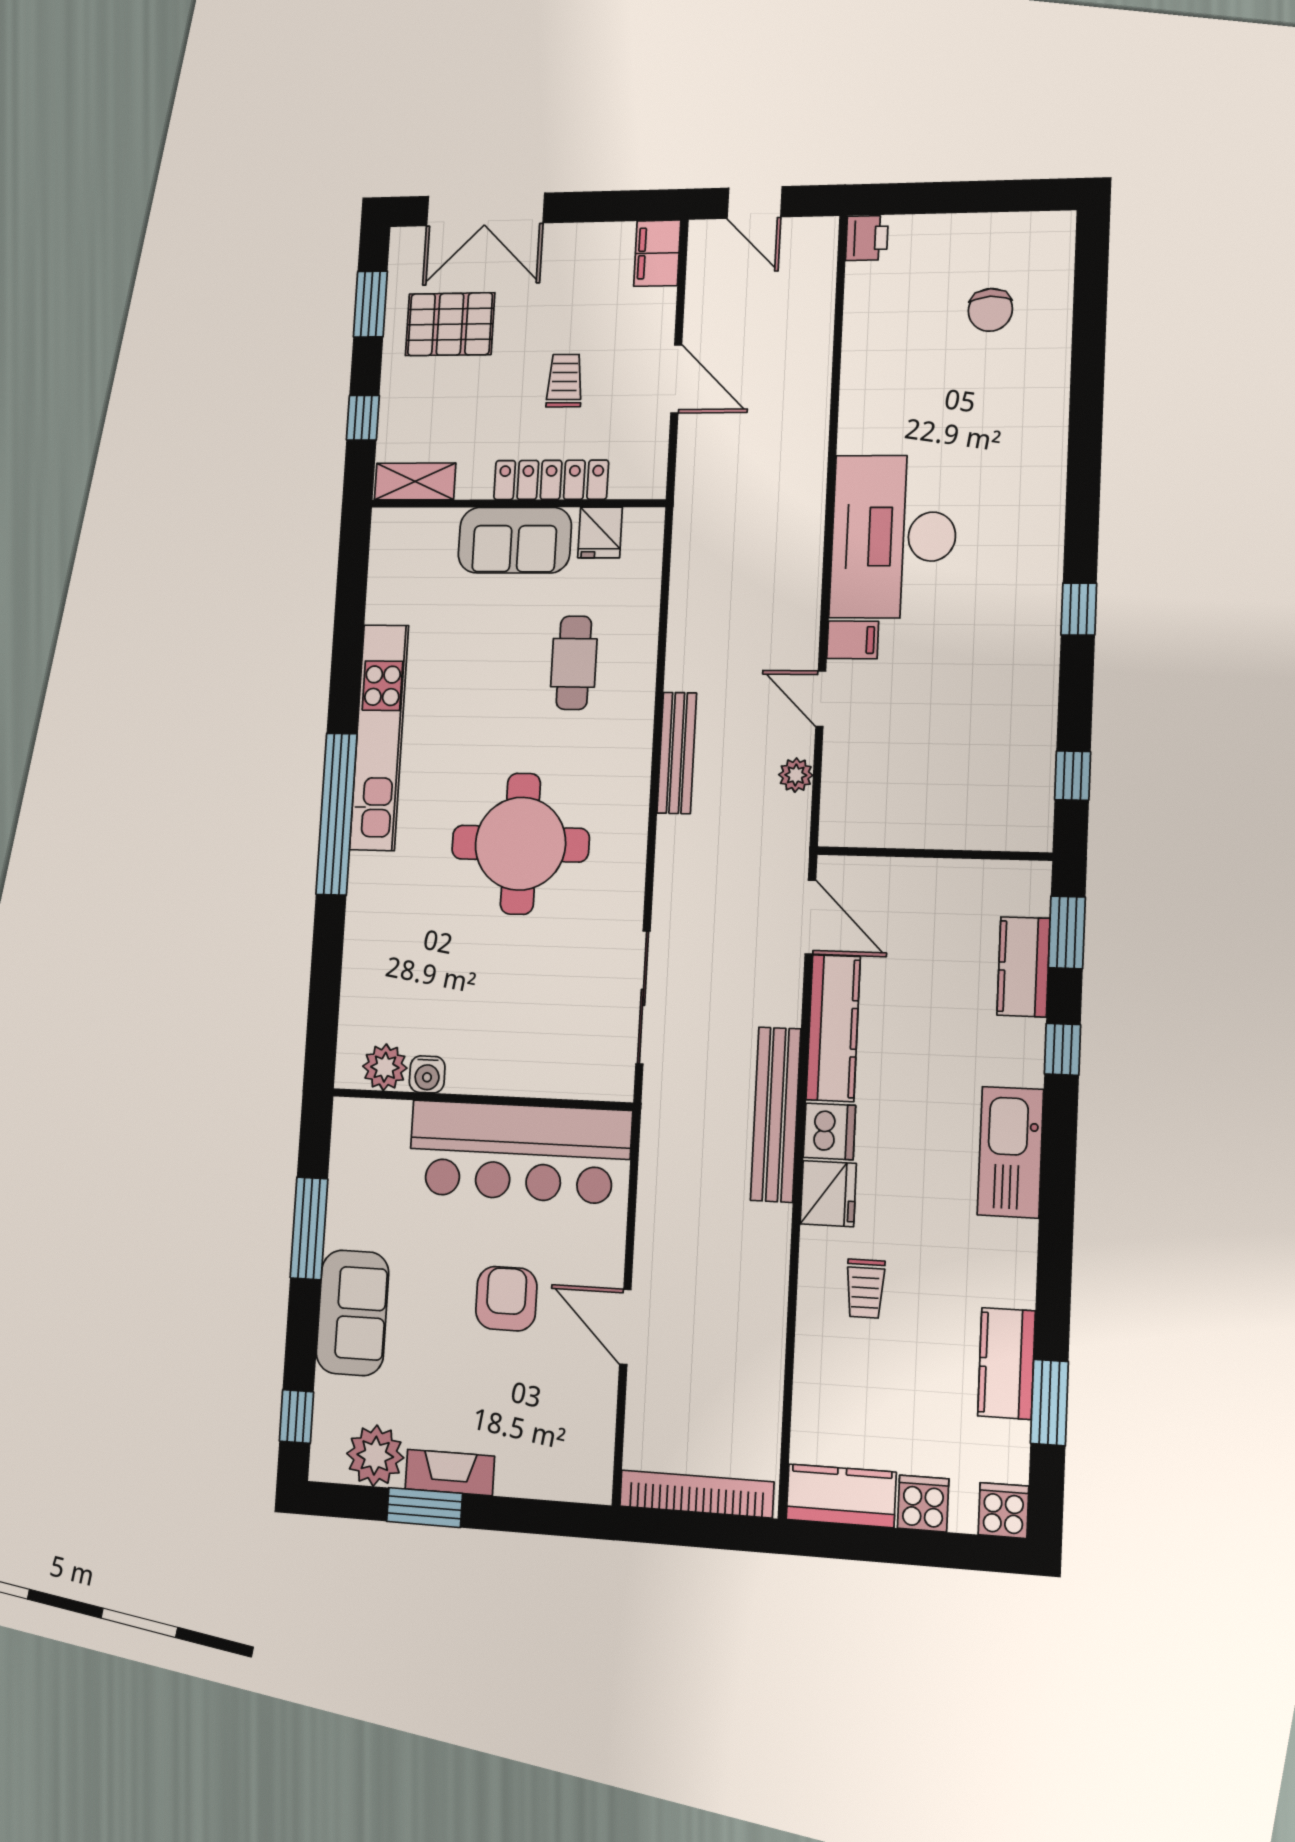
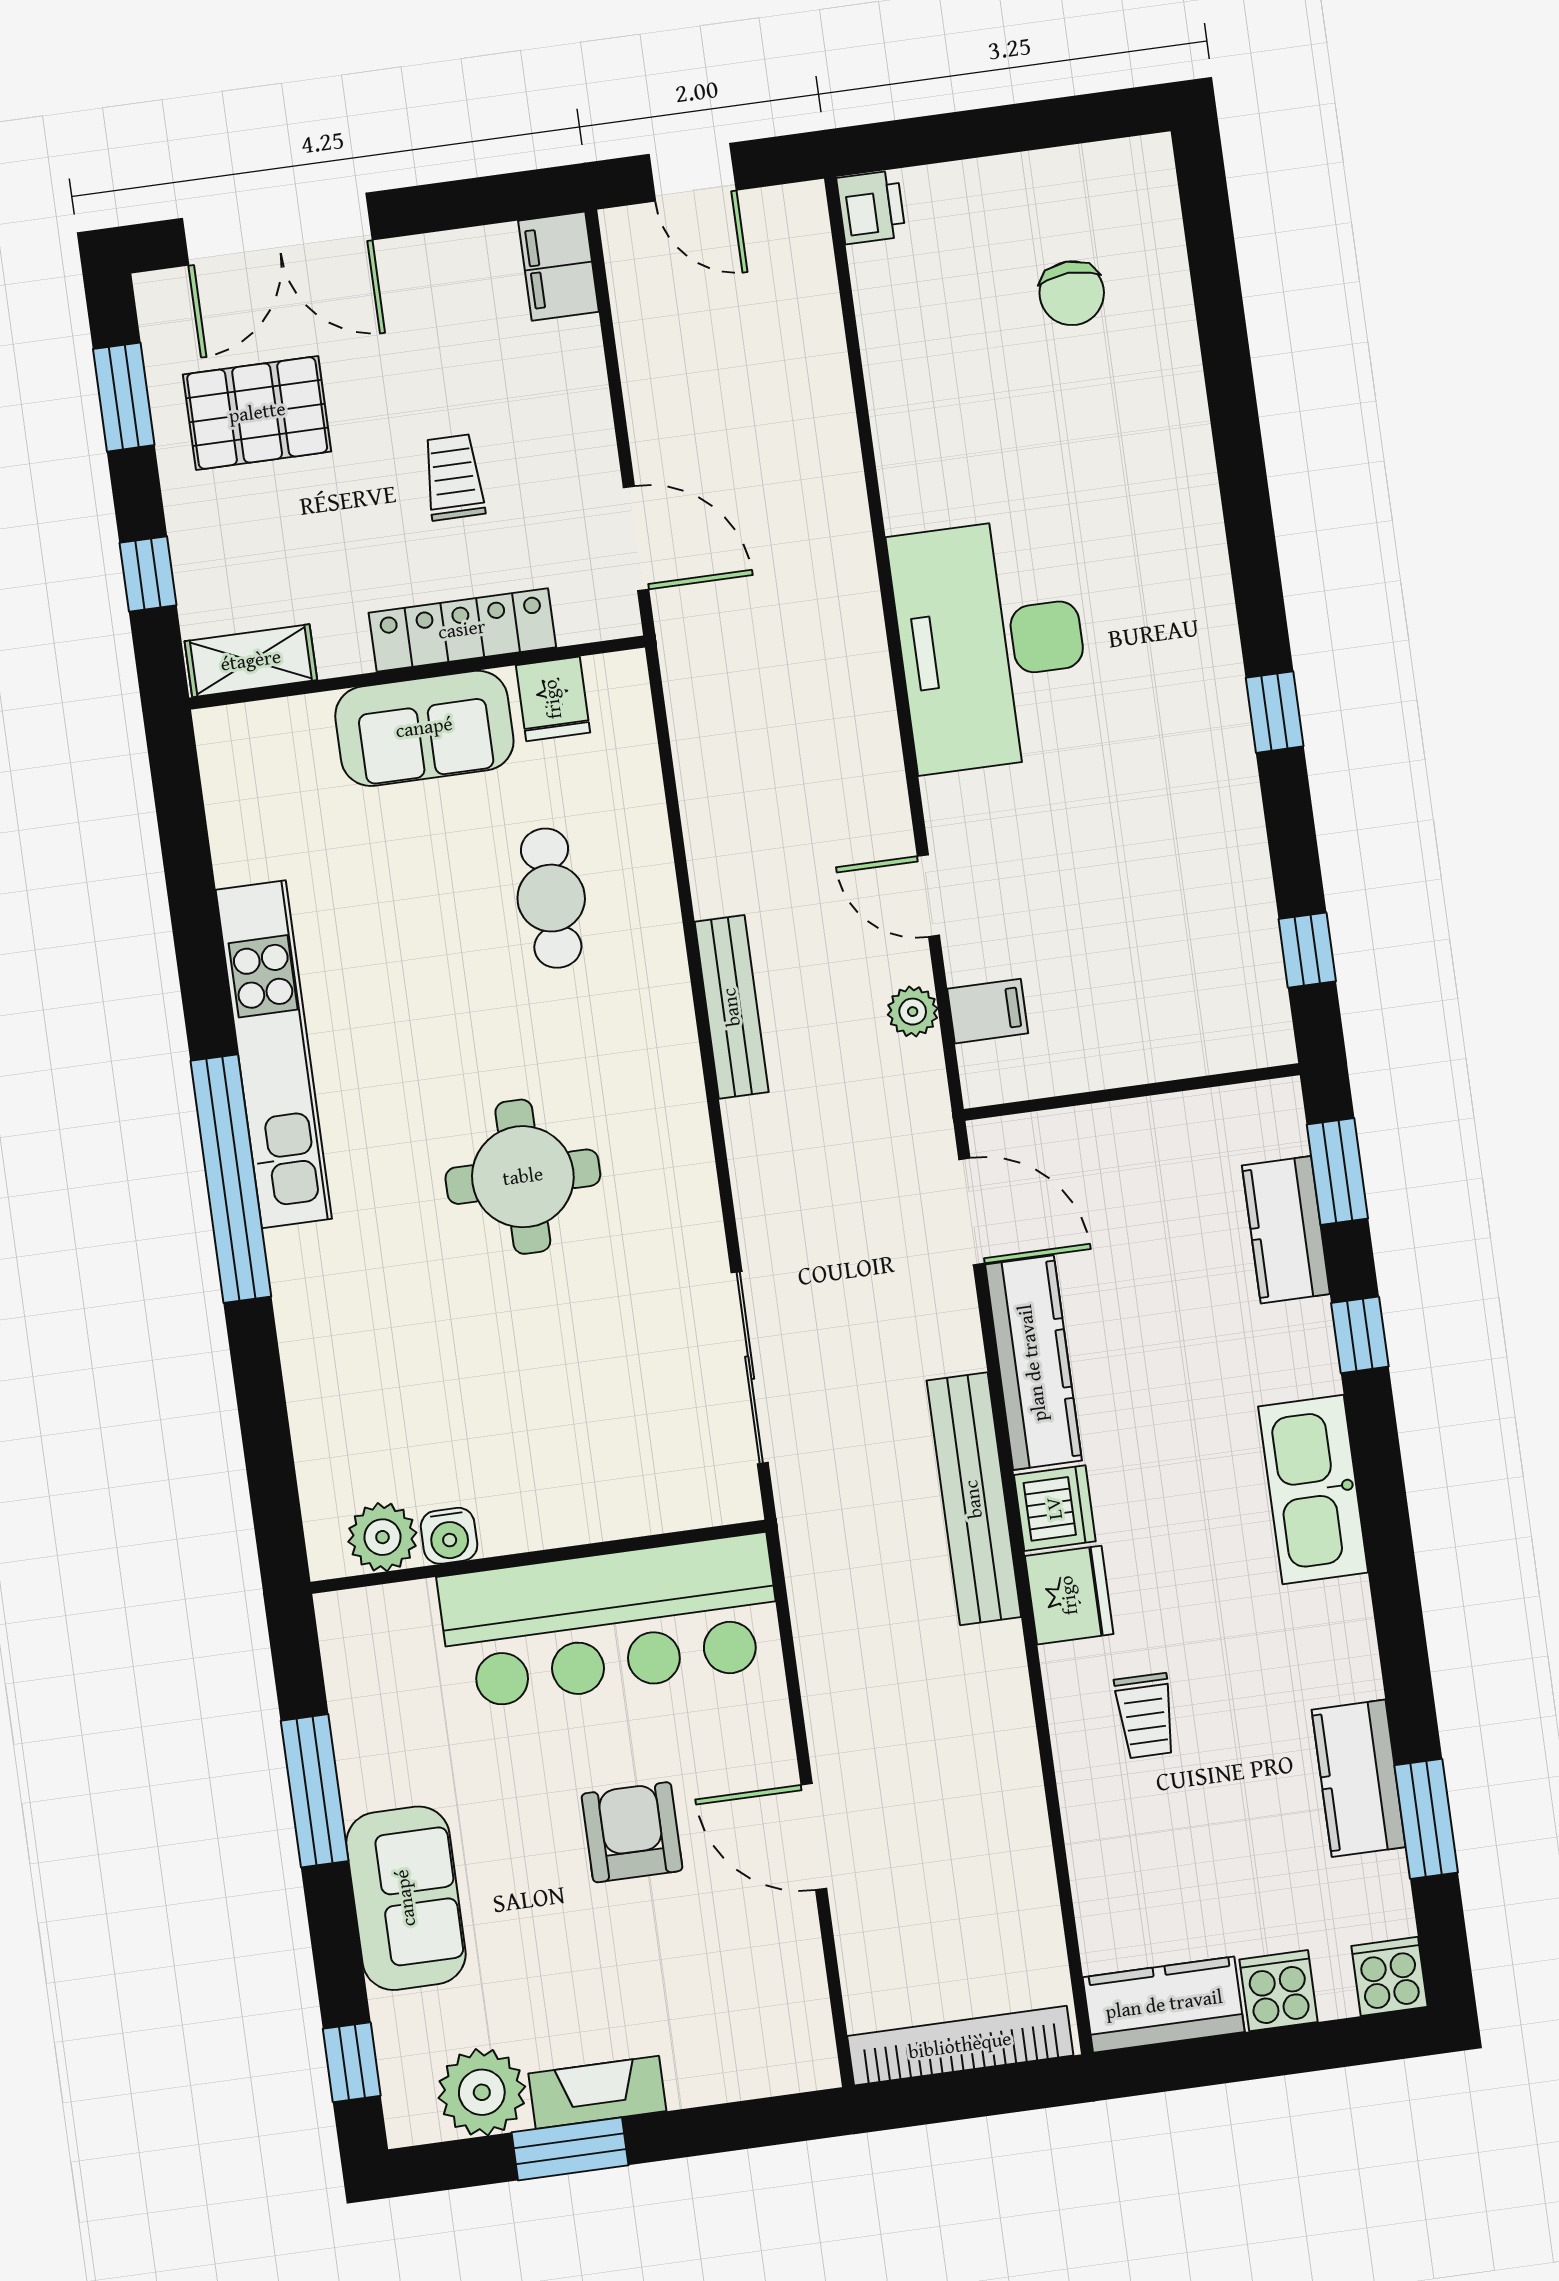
door: (676, 379) -> (636, 538), moved
filing cabinet: (853, 640) -> (988, 1011), moved
round table: (520, 844) -> (523, 1177), width x0.73, depth x0.73

